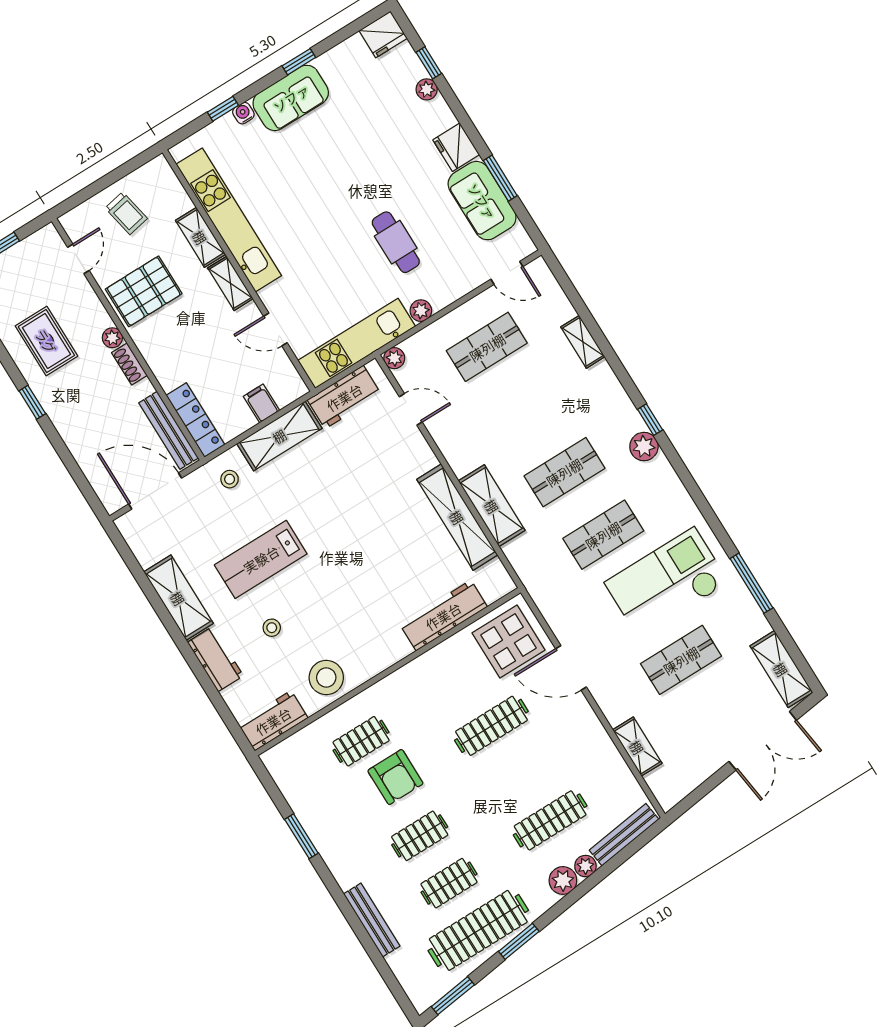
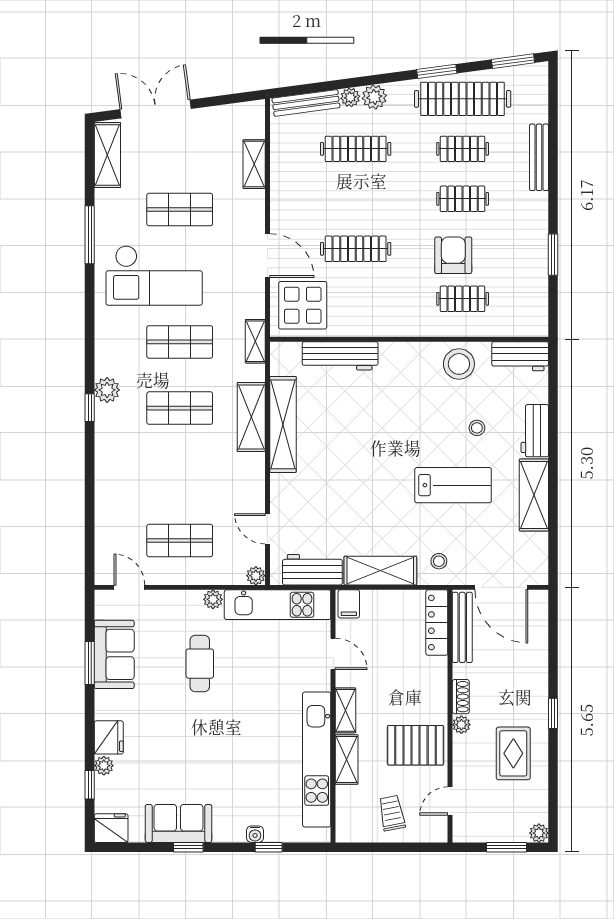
sofa: (291, 98) -> (179, 823), moved
fridge: (456, 147) -> (109, 737), moved
shelving: (583, 342) -> (255, 341), moved
filing cabinet: (261, 403) -> (349, 604), moved

